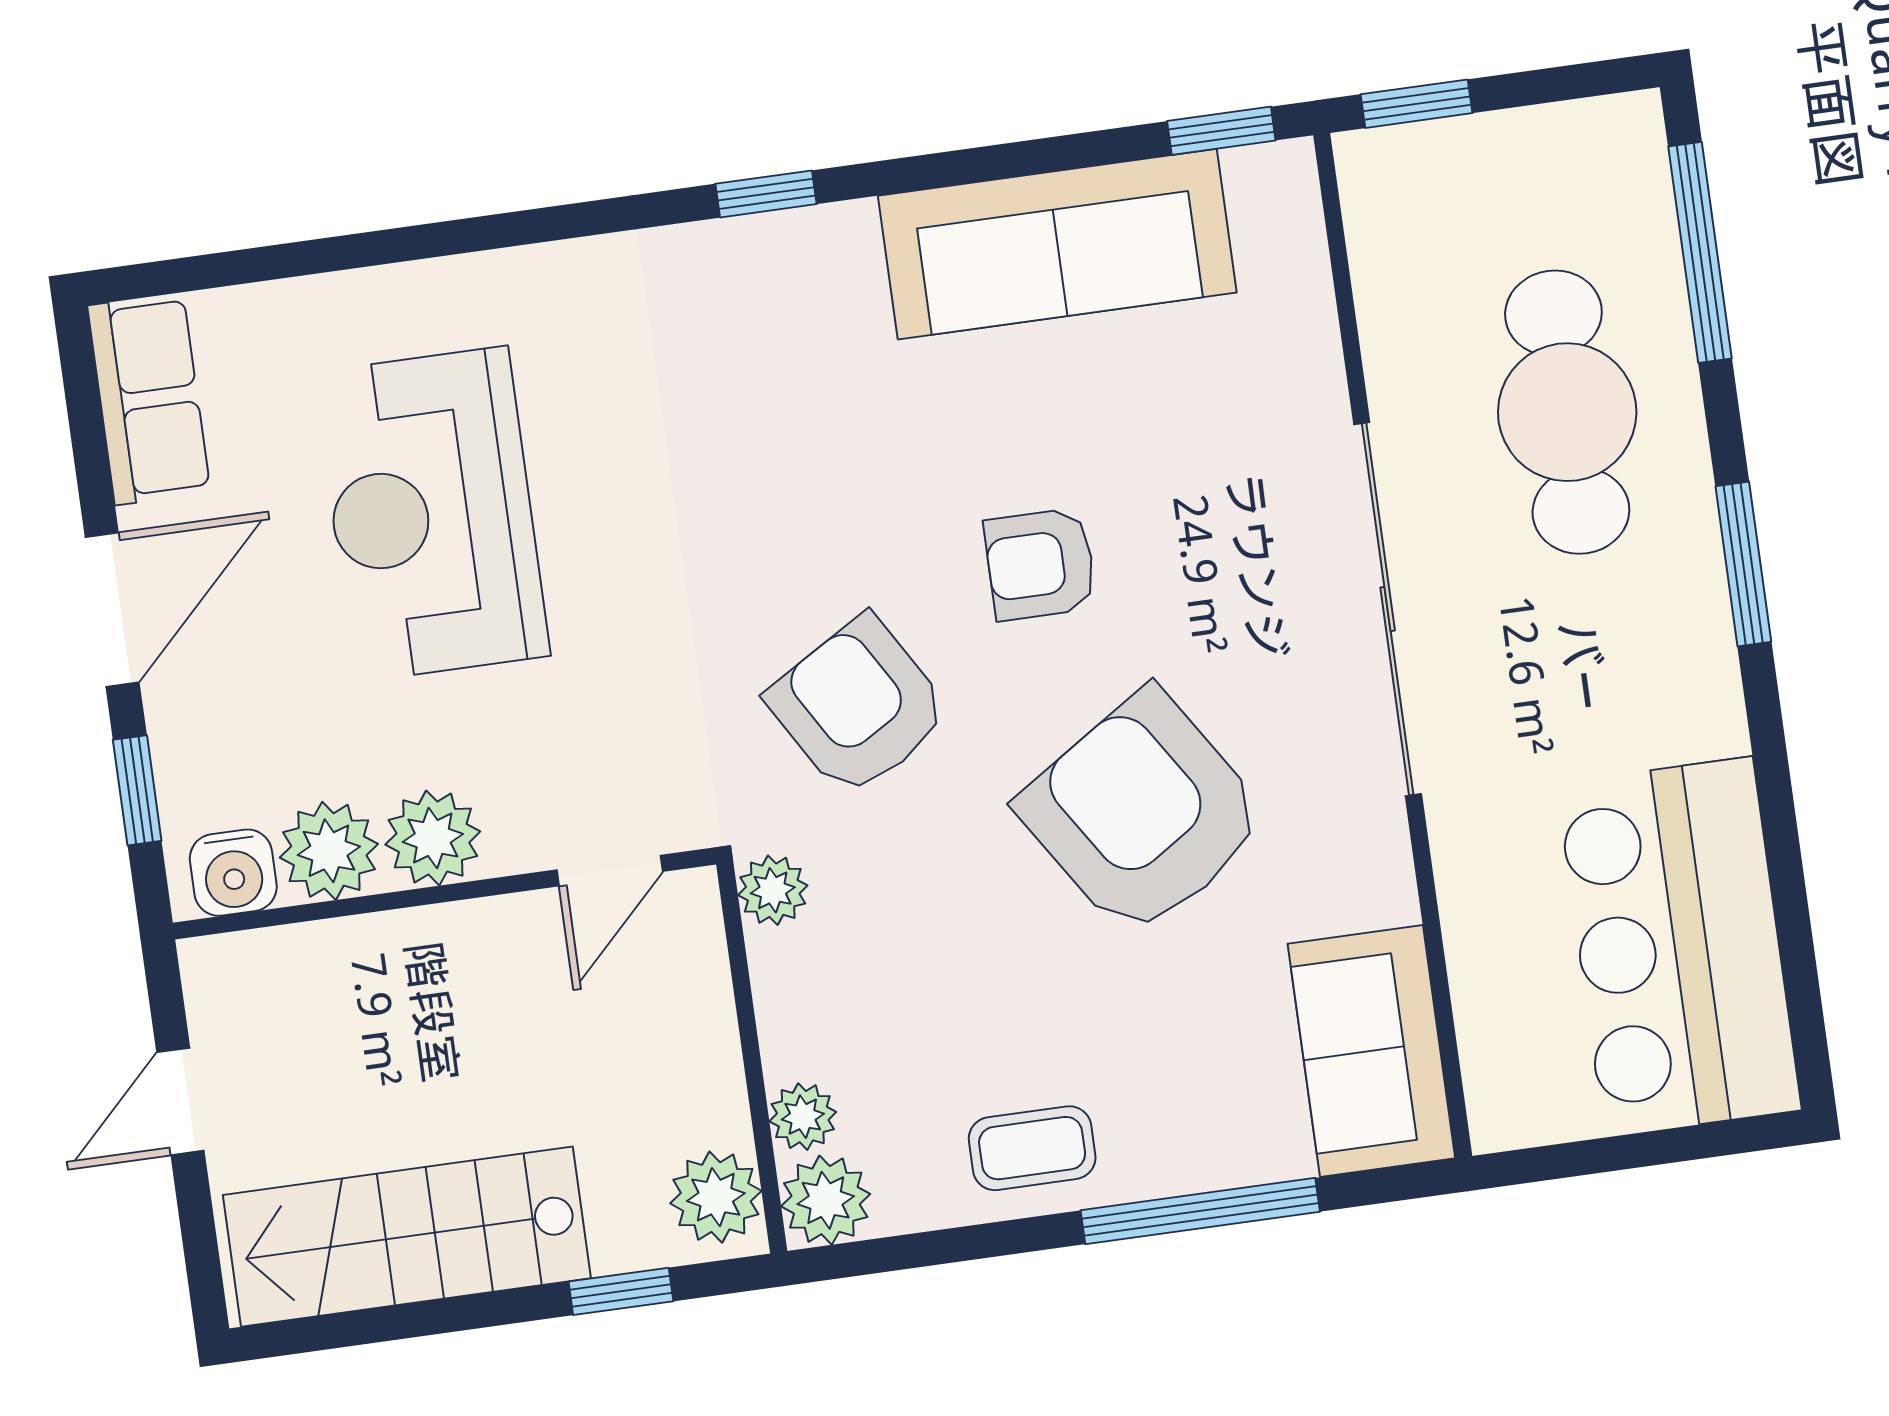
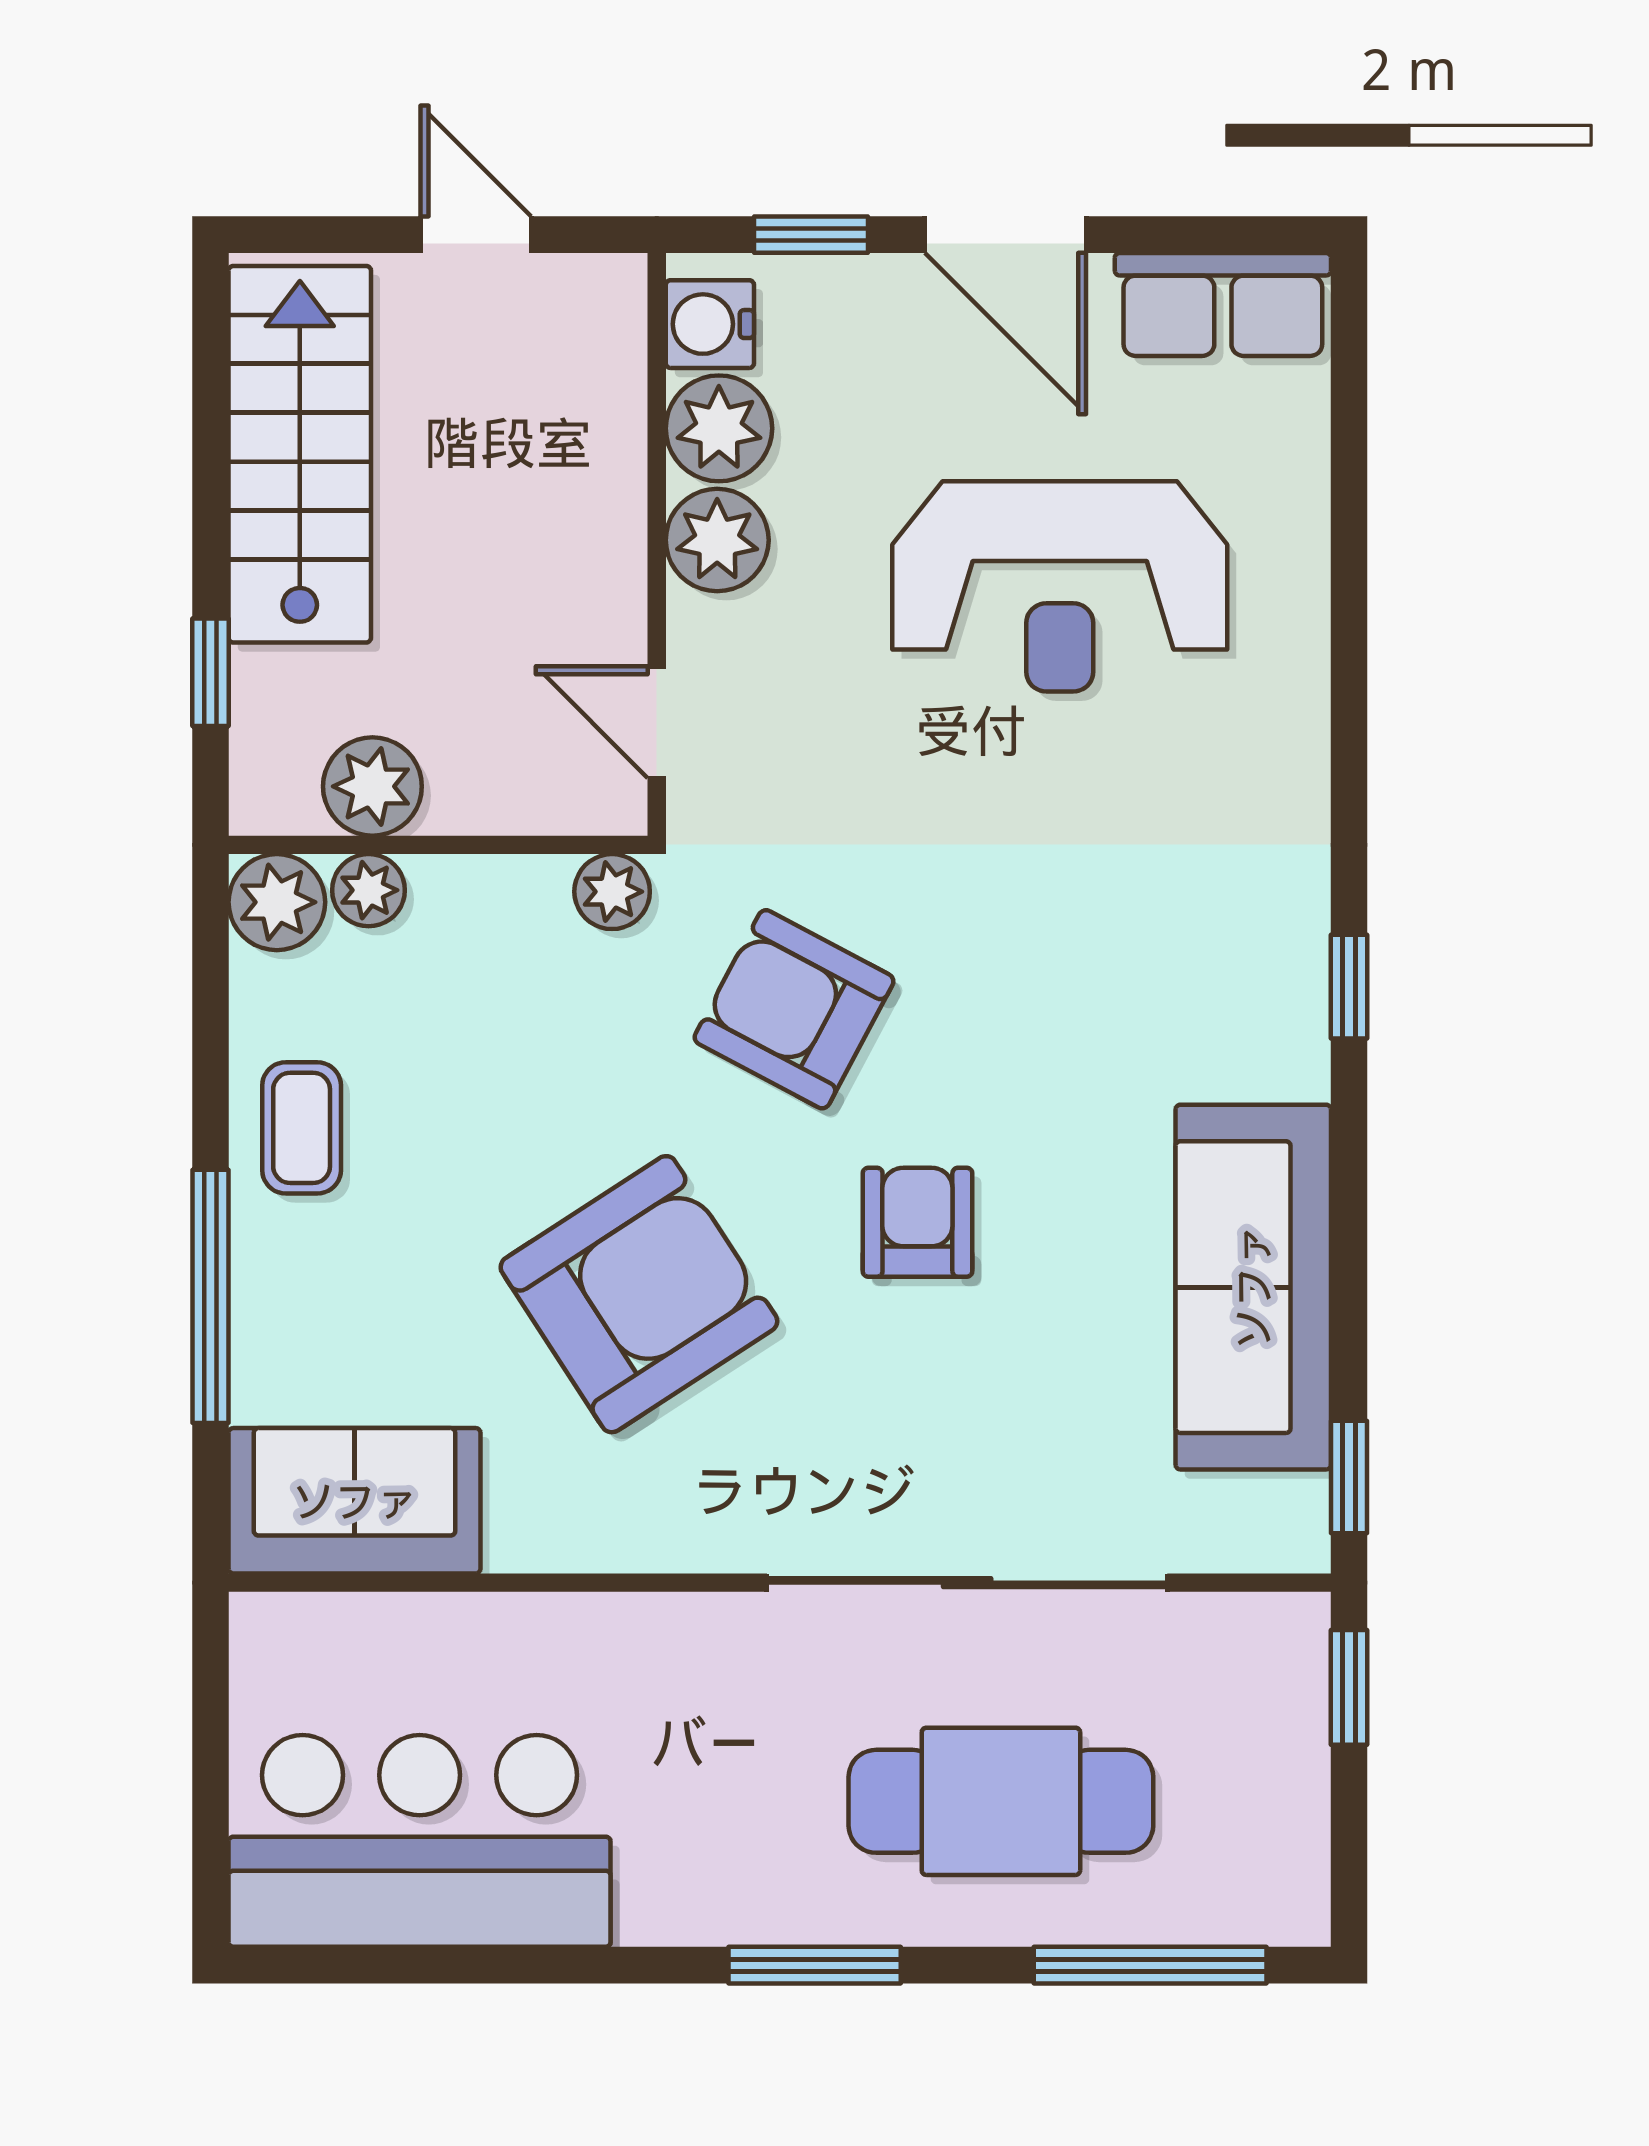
reception desk: (432, 514) -> (1060, 586), turned 180
sliding door: (1388, 609) -> (967, 1583), moved
armchair: (858, 706) -> (794, 1009), turned -121
plant: (716, 1197) -> (372, 786), moved

